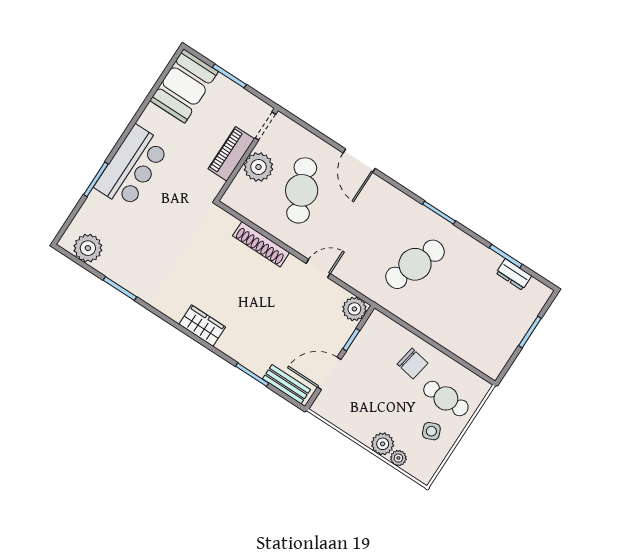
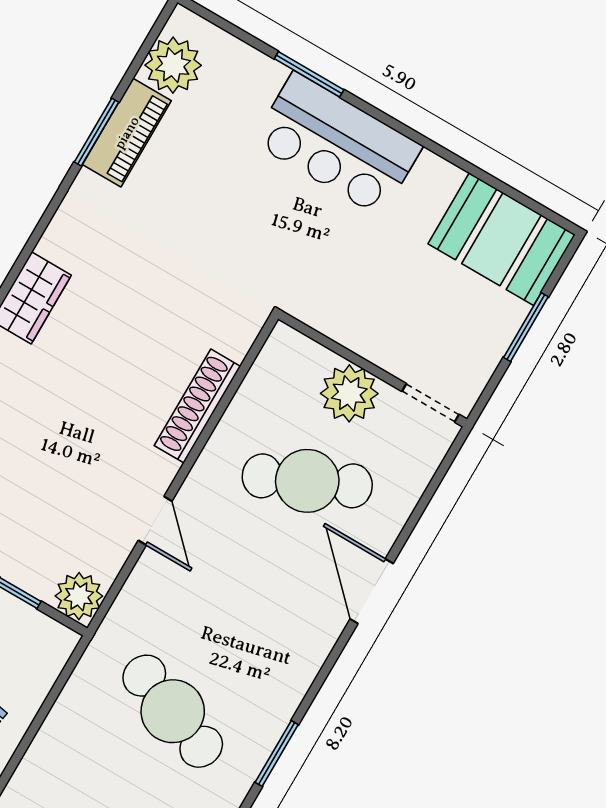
piano: (231, 154) -> (127, 133), moved, turned 90
door: (359, 161) -> (372, 591), hinge flipped

